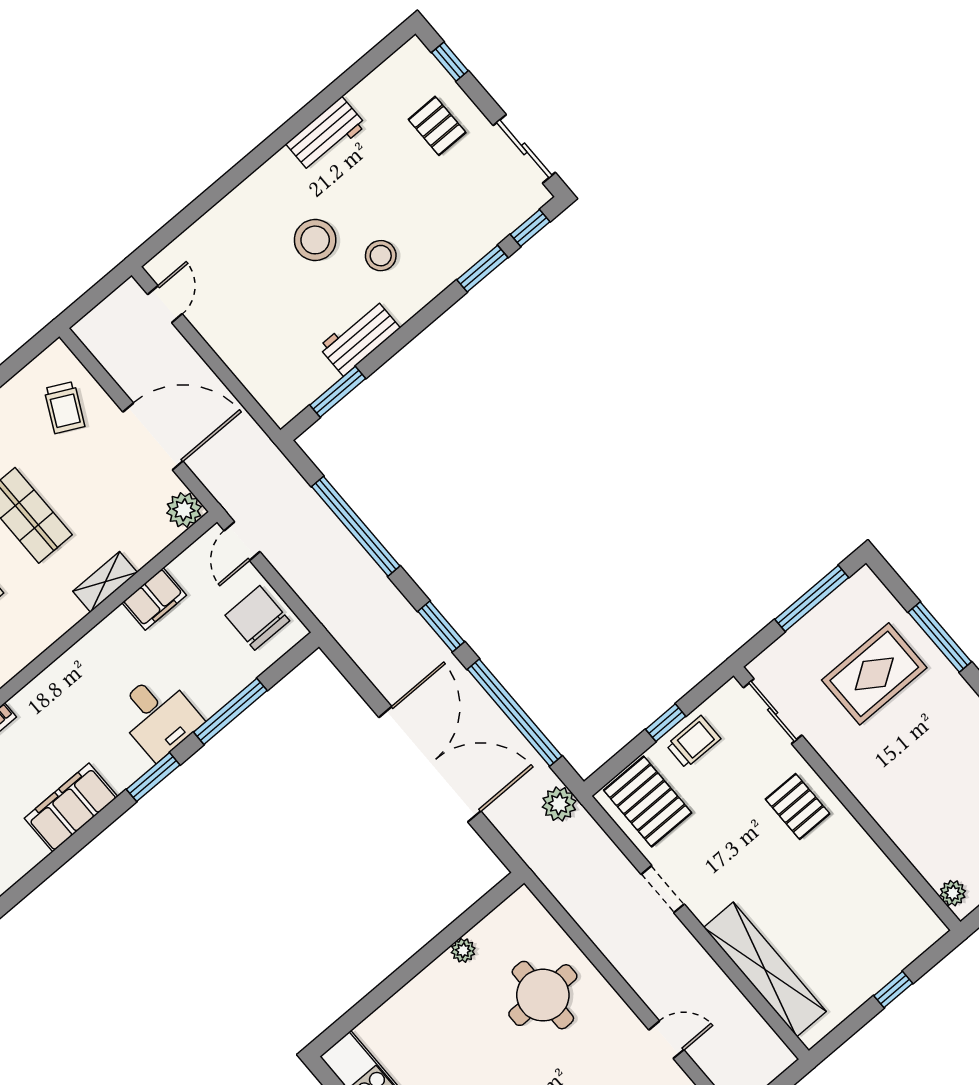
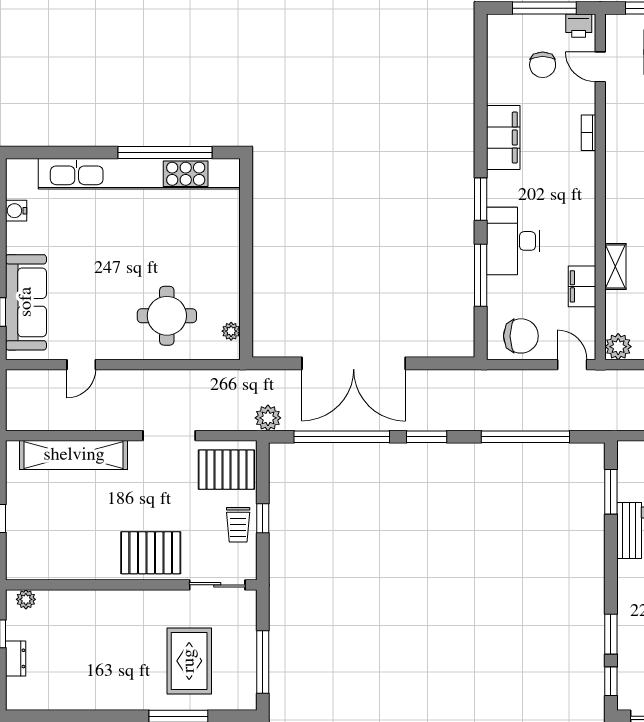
desk: (158, 716) -> (513, 241), width x1.37
pallet: (798, 806) -> (151, 553), width x1.50, depth x1.42
doorway: (663, 889) -> (169, 436), width x1.38
plant: (463, 950) -> (231, 331), moved

